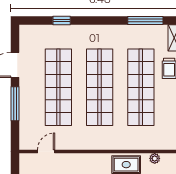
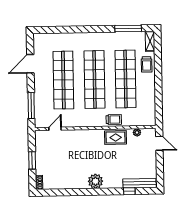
window: (62, 20) -> (65, 30), removed
window: (15, 104) -> (31, 106), moved
trolley: (124, 141) -> (114, 120), added

